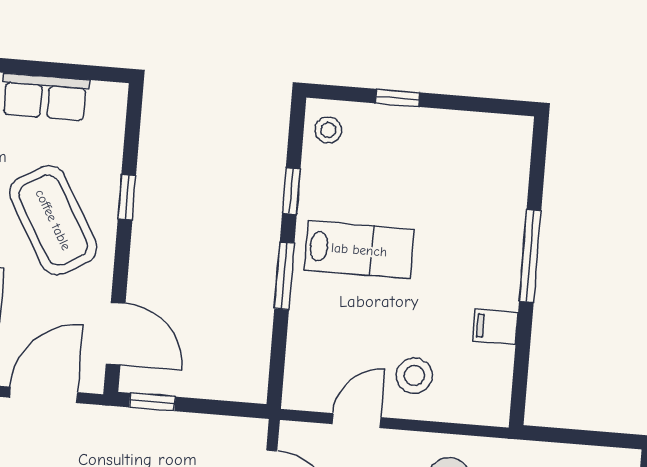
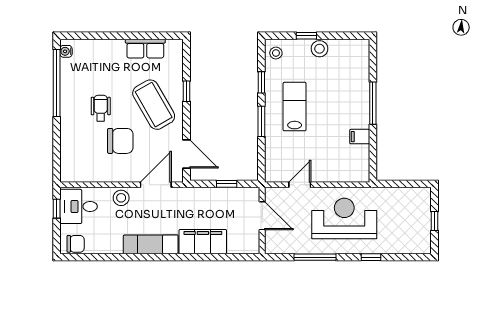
lab bench: (359, 250) -> (295, 107), turned -90
stool: (414, 376) -> (319, 49), moved
window: (152, 402) -> (227, 184), moved

